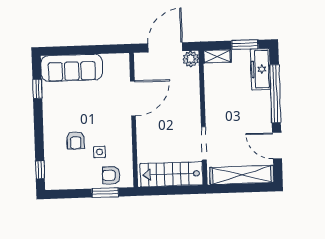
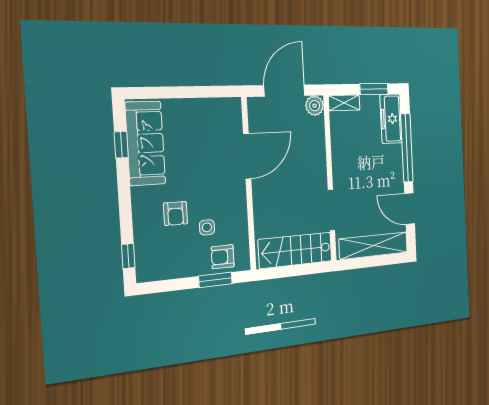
sofa: (72, 68) -> (145, 143), moved, turned -90

